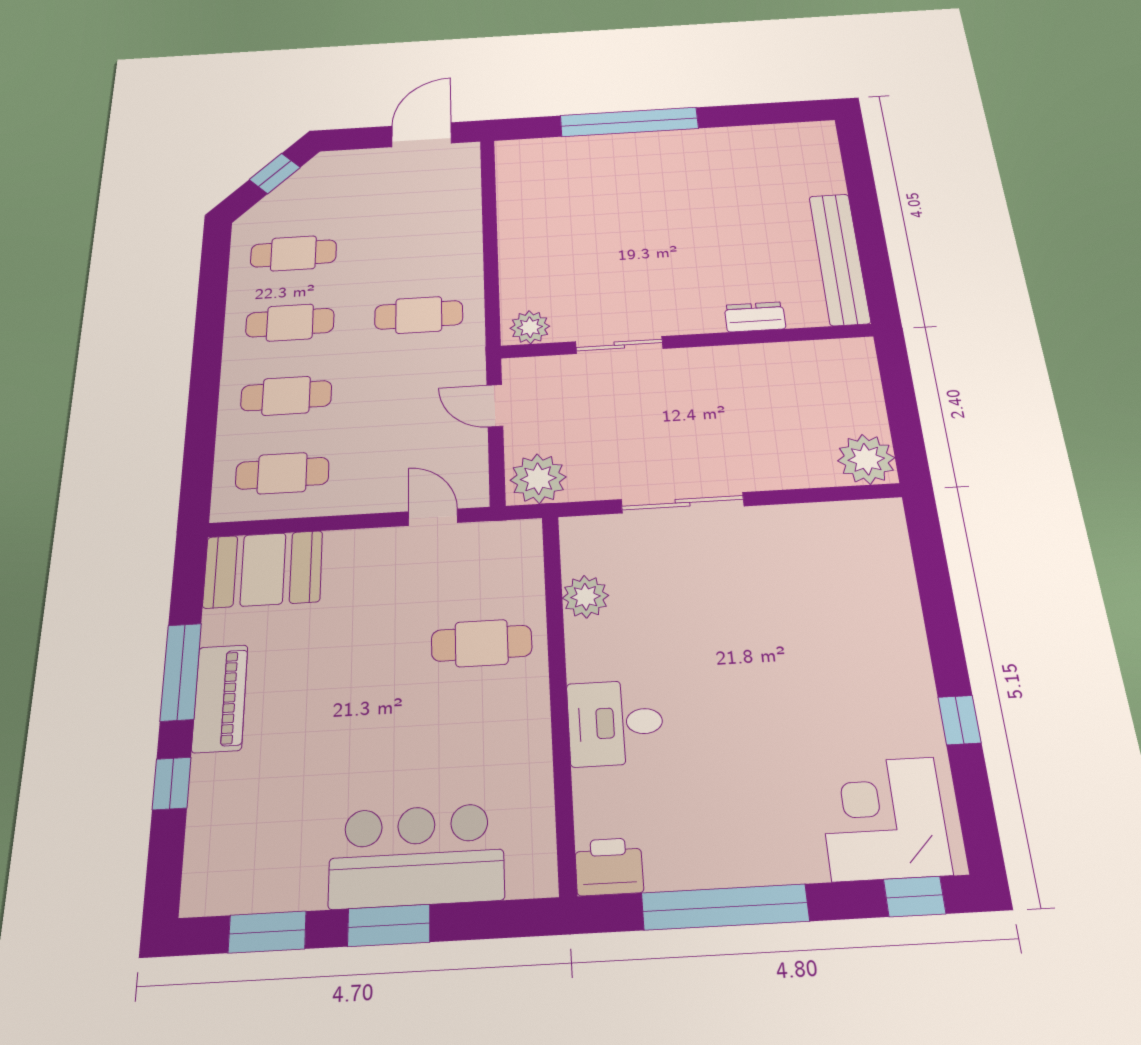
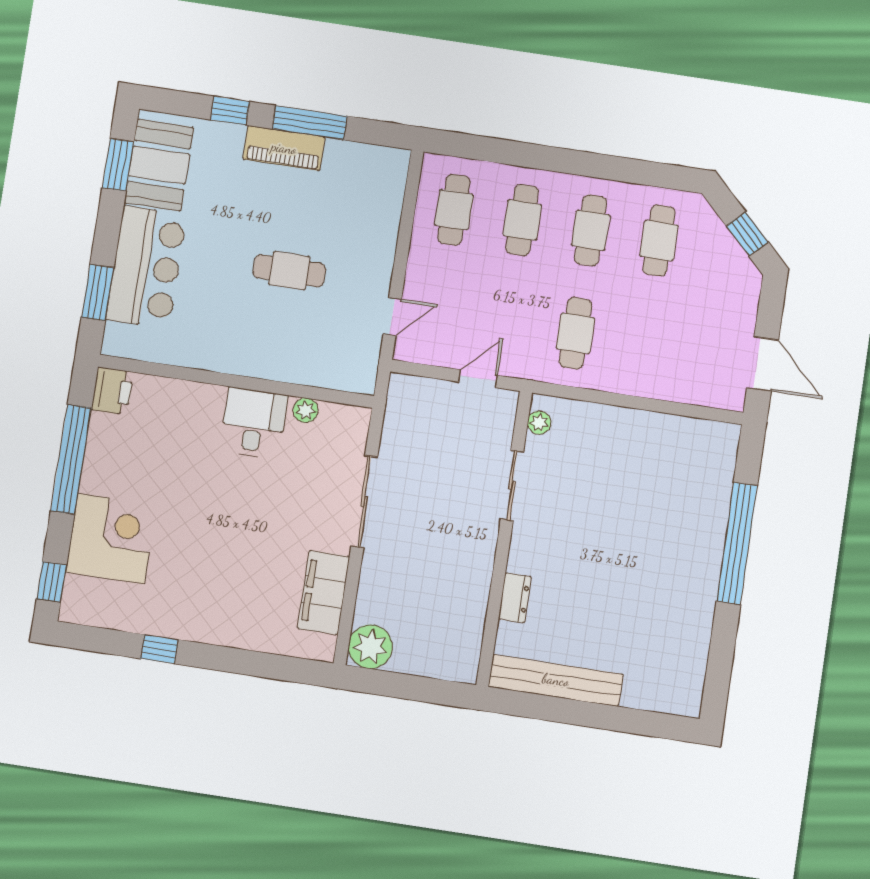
plant: (530, 327) -> (539, 423), width x0.73, depth x0.73
plant: (538, 479) -> (408, 400), removed
filing cabinet: (815, 527) -> (324, 593), added
booth: (263, 569) -> (159, 165), moved
plant: (585, 597) -> (306, 410), width x0.73, depth x0.73
cafe table: (482, 643) -> (289, 271), moved, turned 90
desk: (615, 723) -> (254, 423), moved
corner desk: (883, 818) -> (111, 539), moved
window: (389, 925) -> (98, 293), moved

